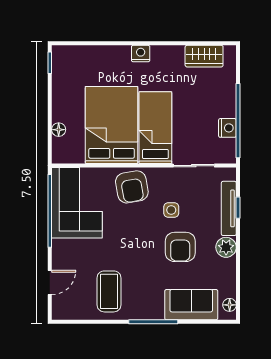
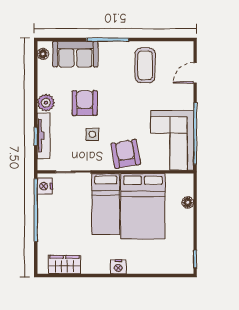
nightstand: (227, 128) -> (45, 186), moved

